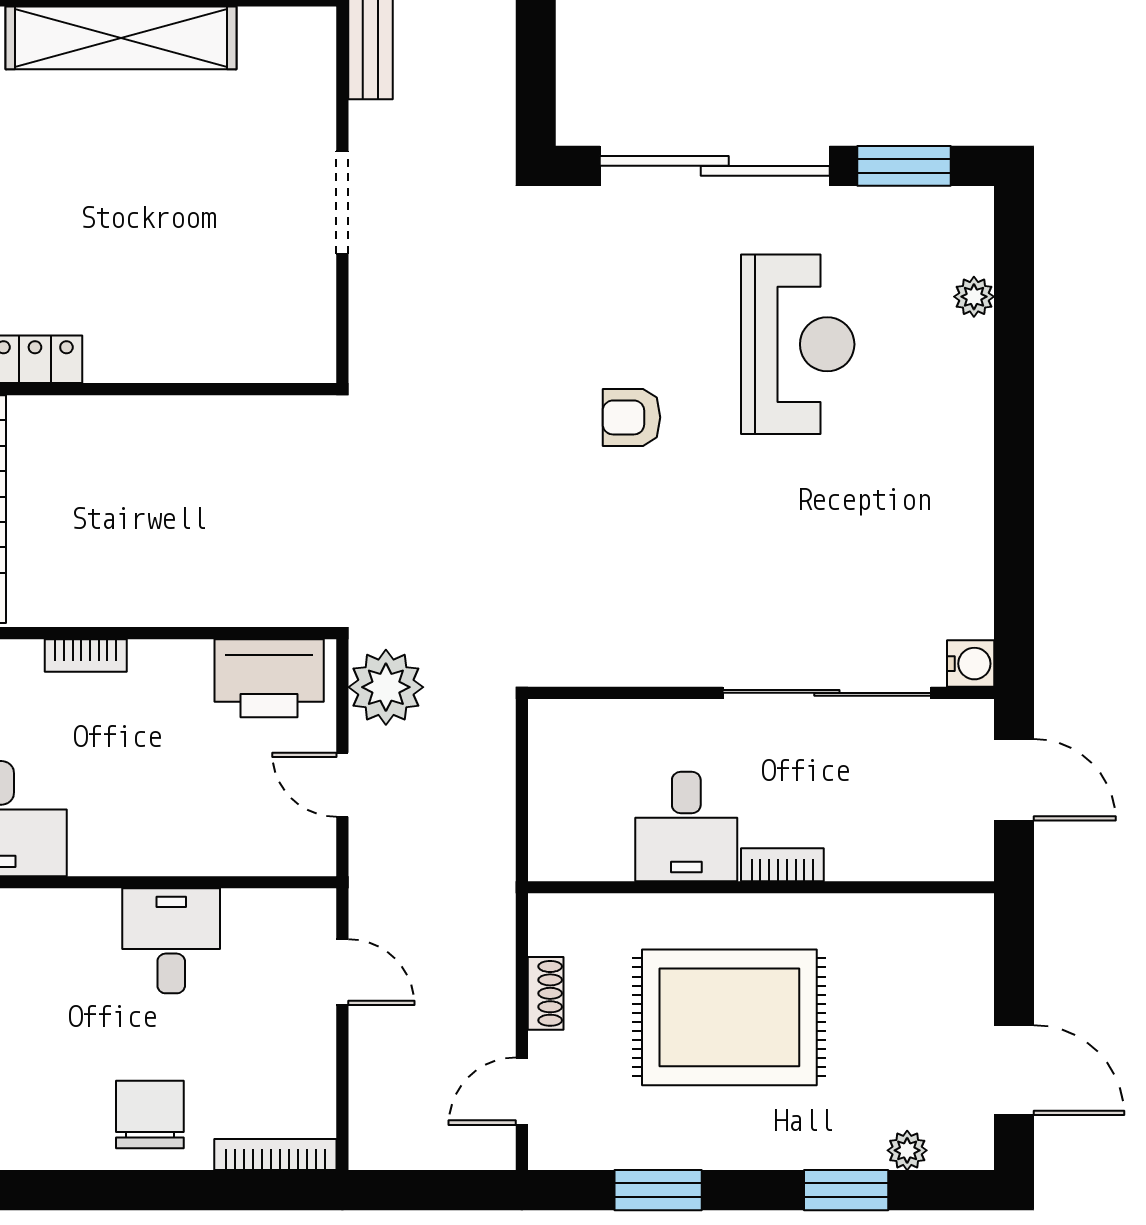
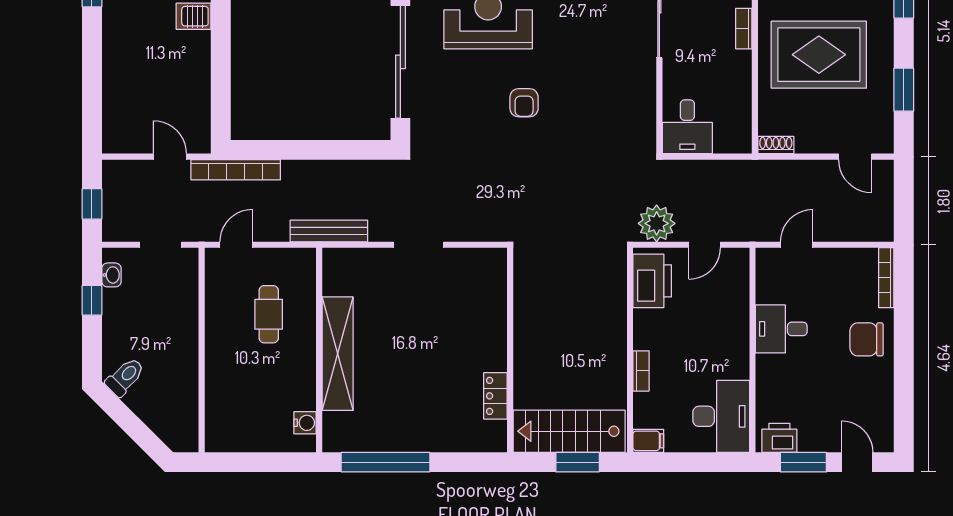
desk: (686, 826) -> (687, 127), moved, turned 90
shoe rack: (546, 993) -> (776, 145), moved
rug: (729, 1017) -> (819, 55), turned 90

